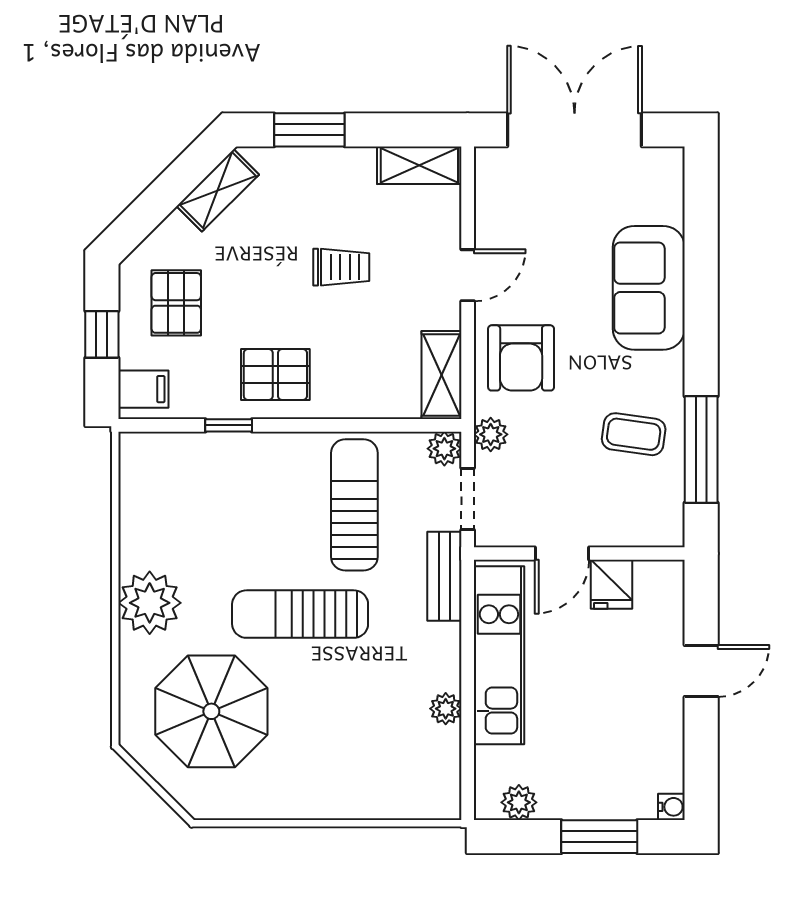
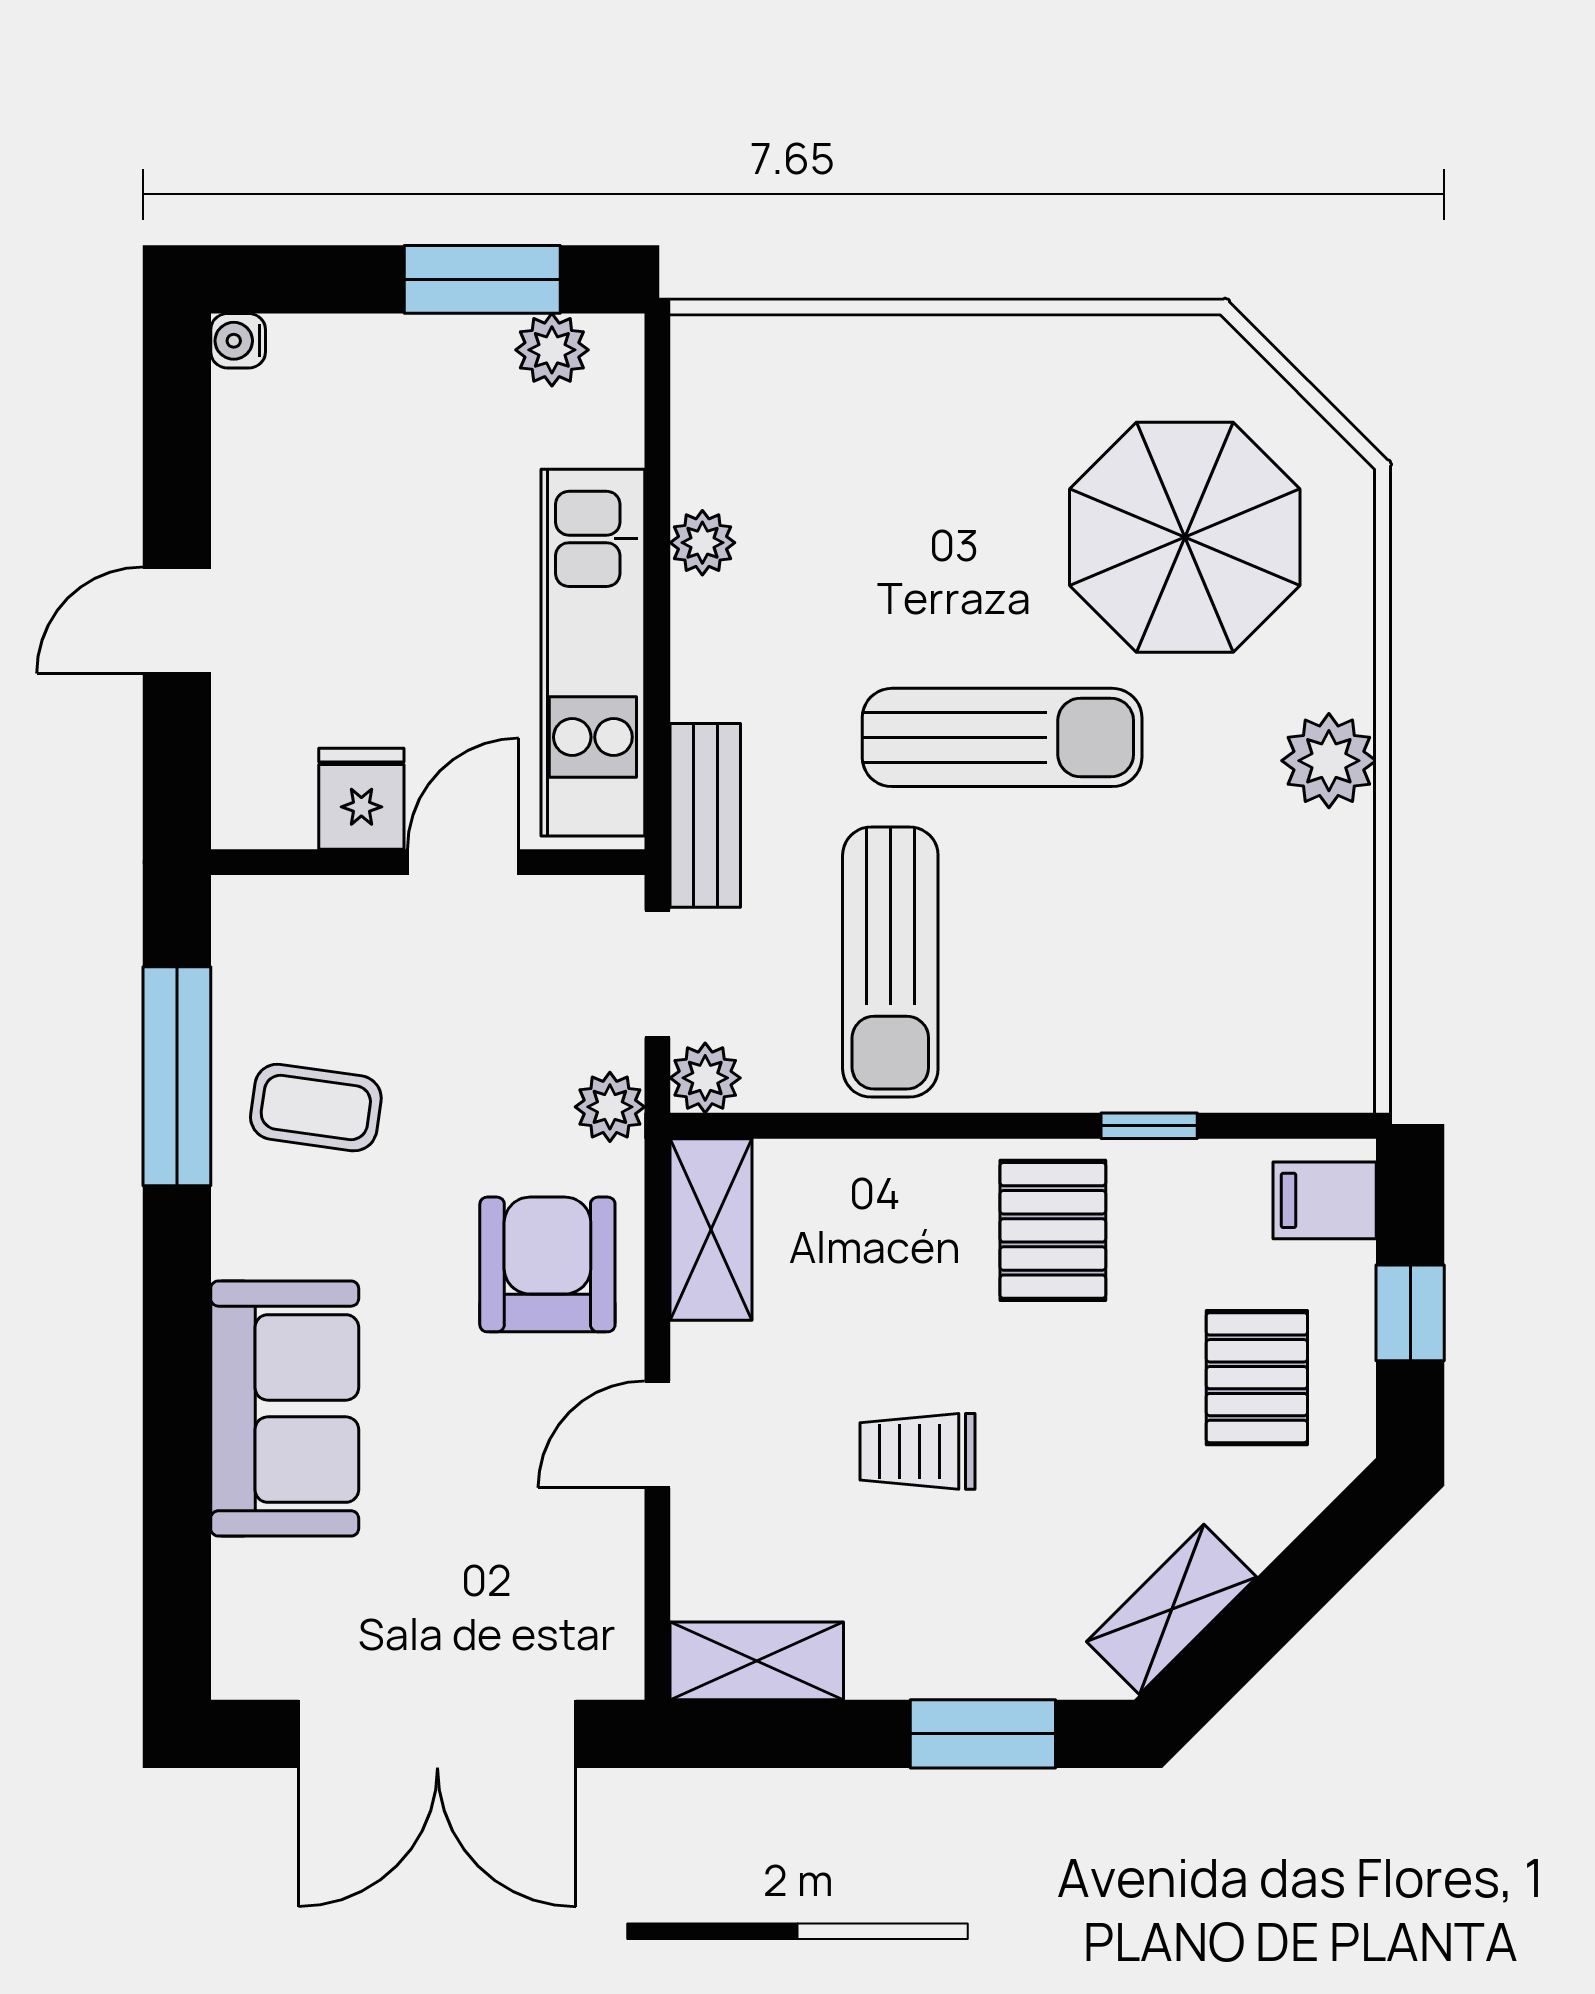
pallet: (275, 374) -> (1053, 1230), turned 90
plant: (150, 603) -> (1329, 761), width x0.73, depth x0.73
window: (599, 837) -> (482, 279), moved

